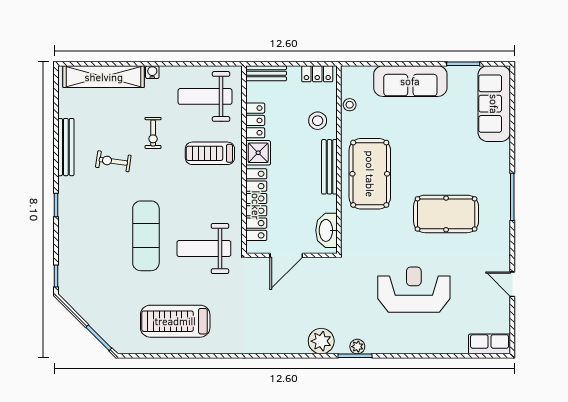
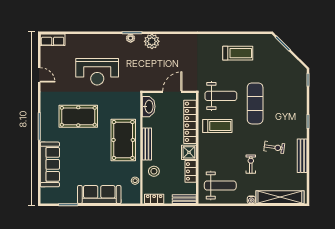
sofa: (494, 104) -> (50, 164), moved
treadmill: (210, 153) -> (217, 126), moved
treadmill: (175, 321) -> (238, 53), width x0.73, depth x0.73

